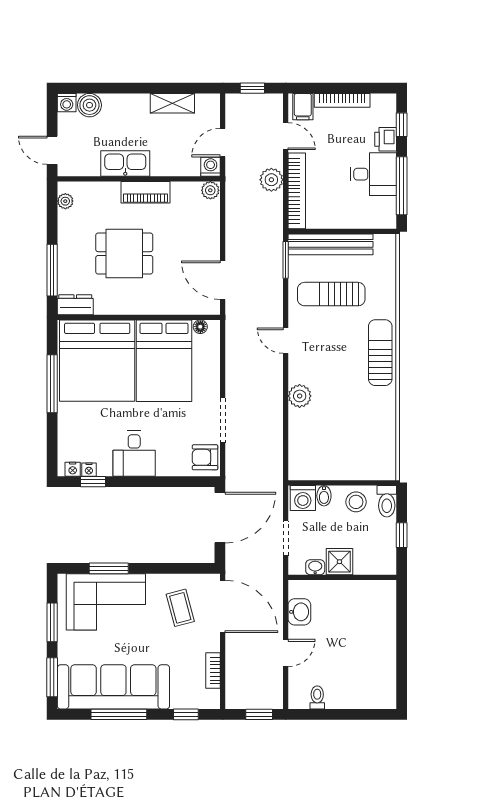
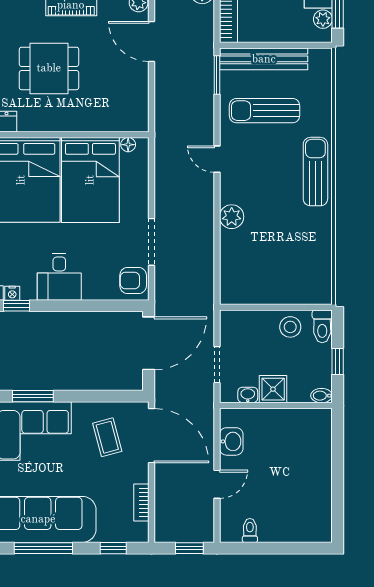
plant: (387, 206) -> (323, 19), added
door: (223, 280) -> (151, 41), moved
bidet: (324, 496) -> (322, 396), moved, turned 90
washing machine: (303, 498) -> (235, 323), removed

